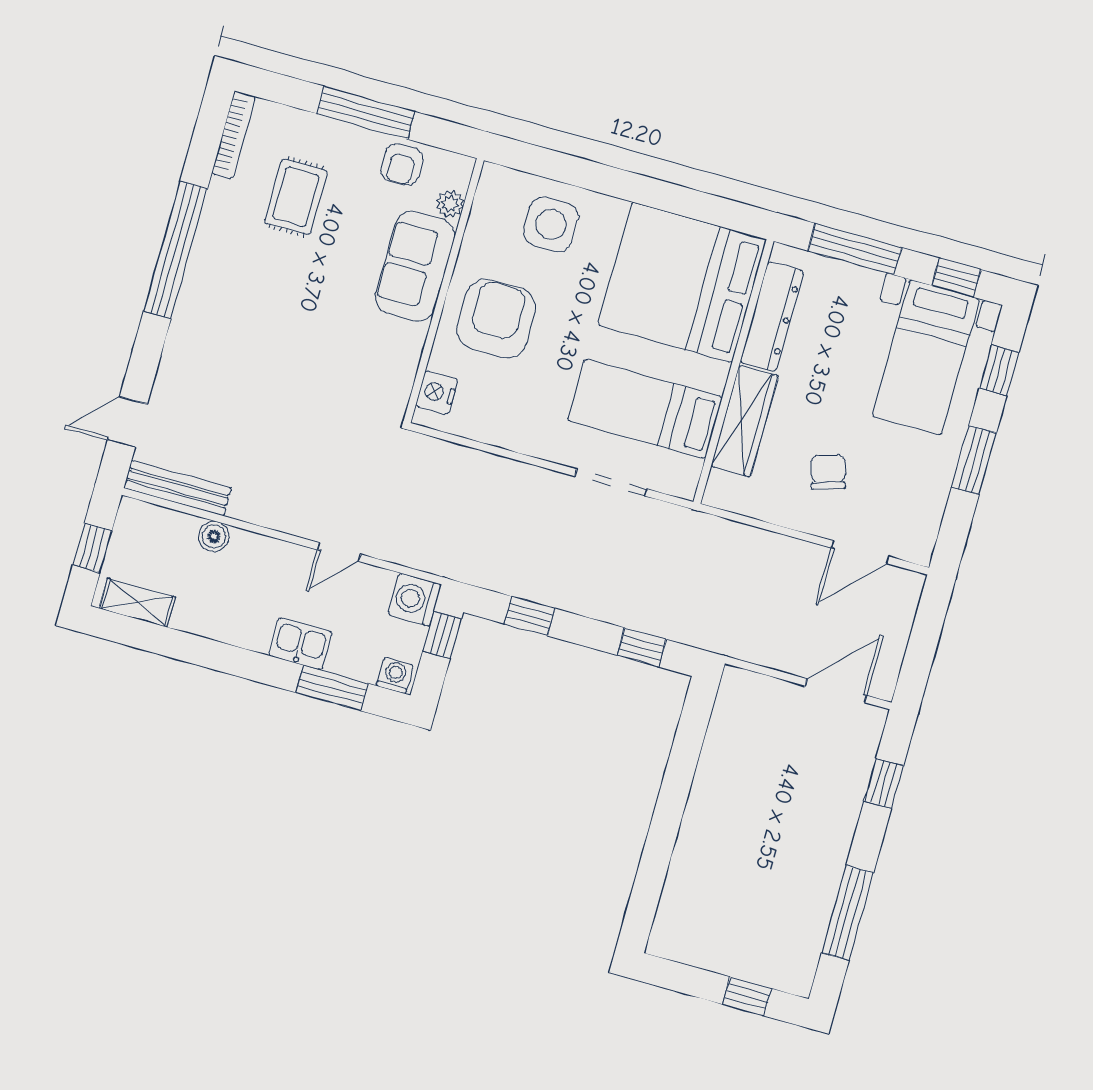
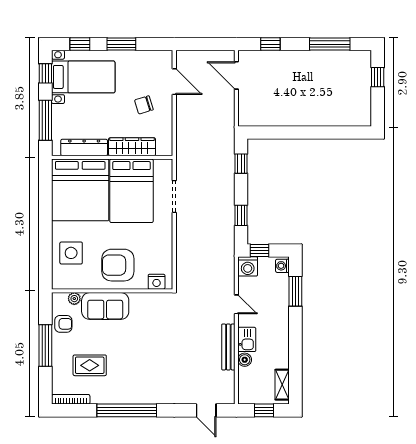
bed: (645, 409) -> (131, 191), width x1.50
bench: (178, 488) -> (228, 347), moved
kitchen sink: (300, 644) -> (247, 339), moved, turned 180

